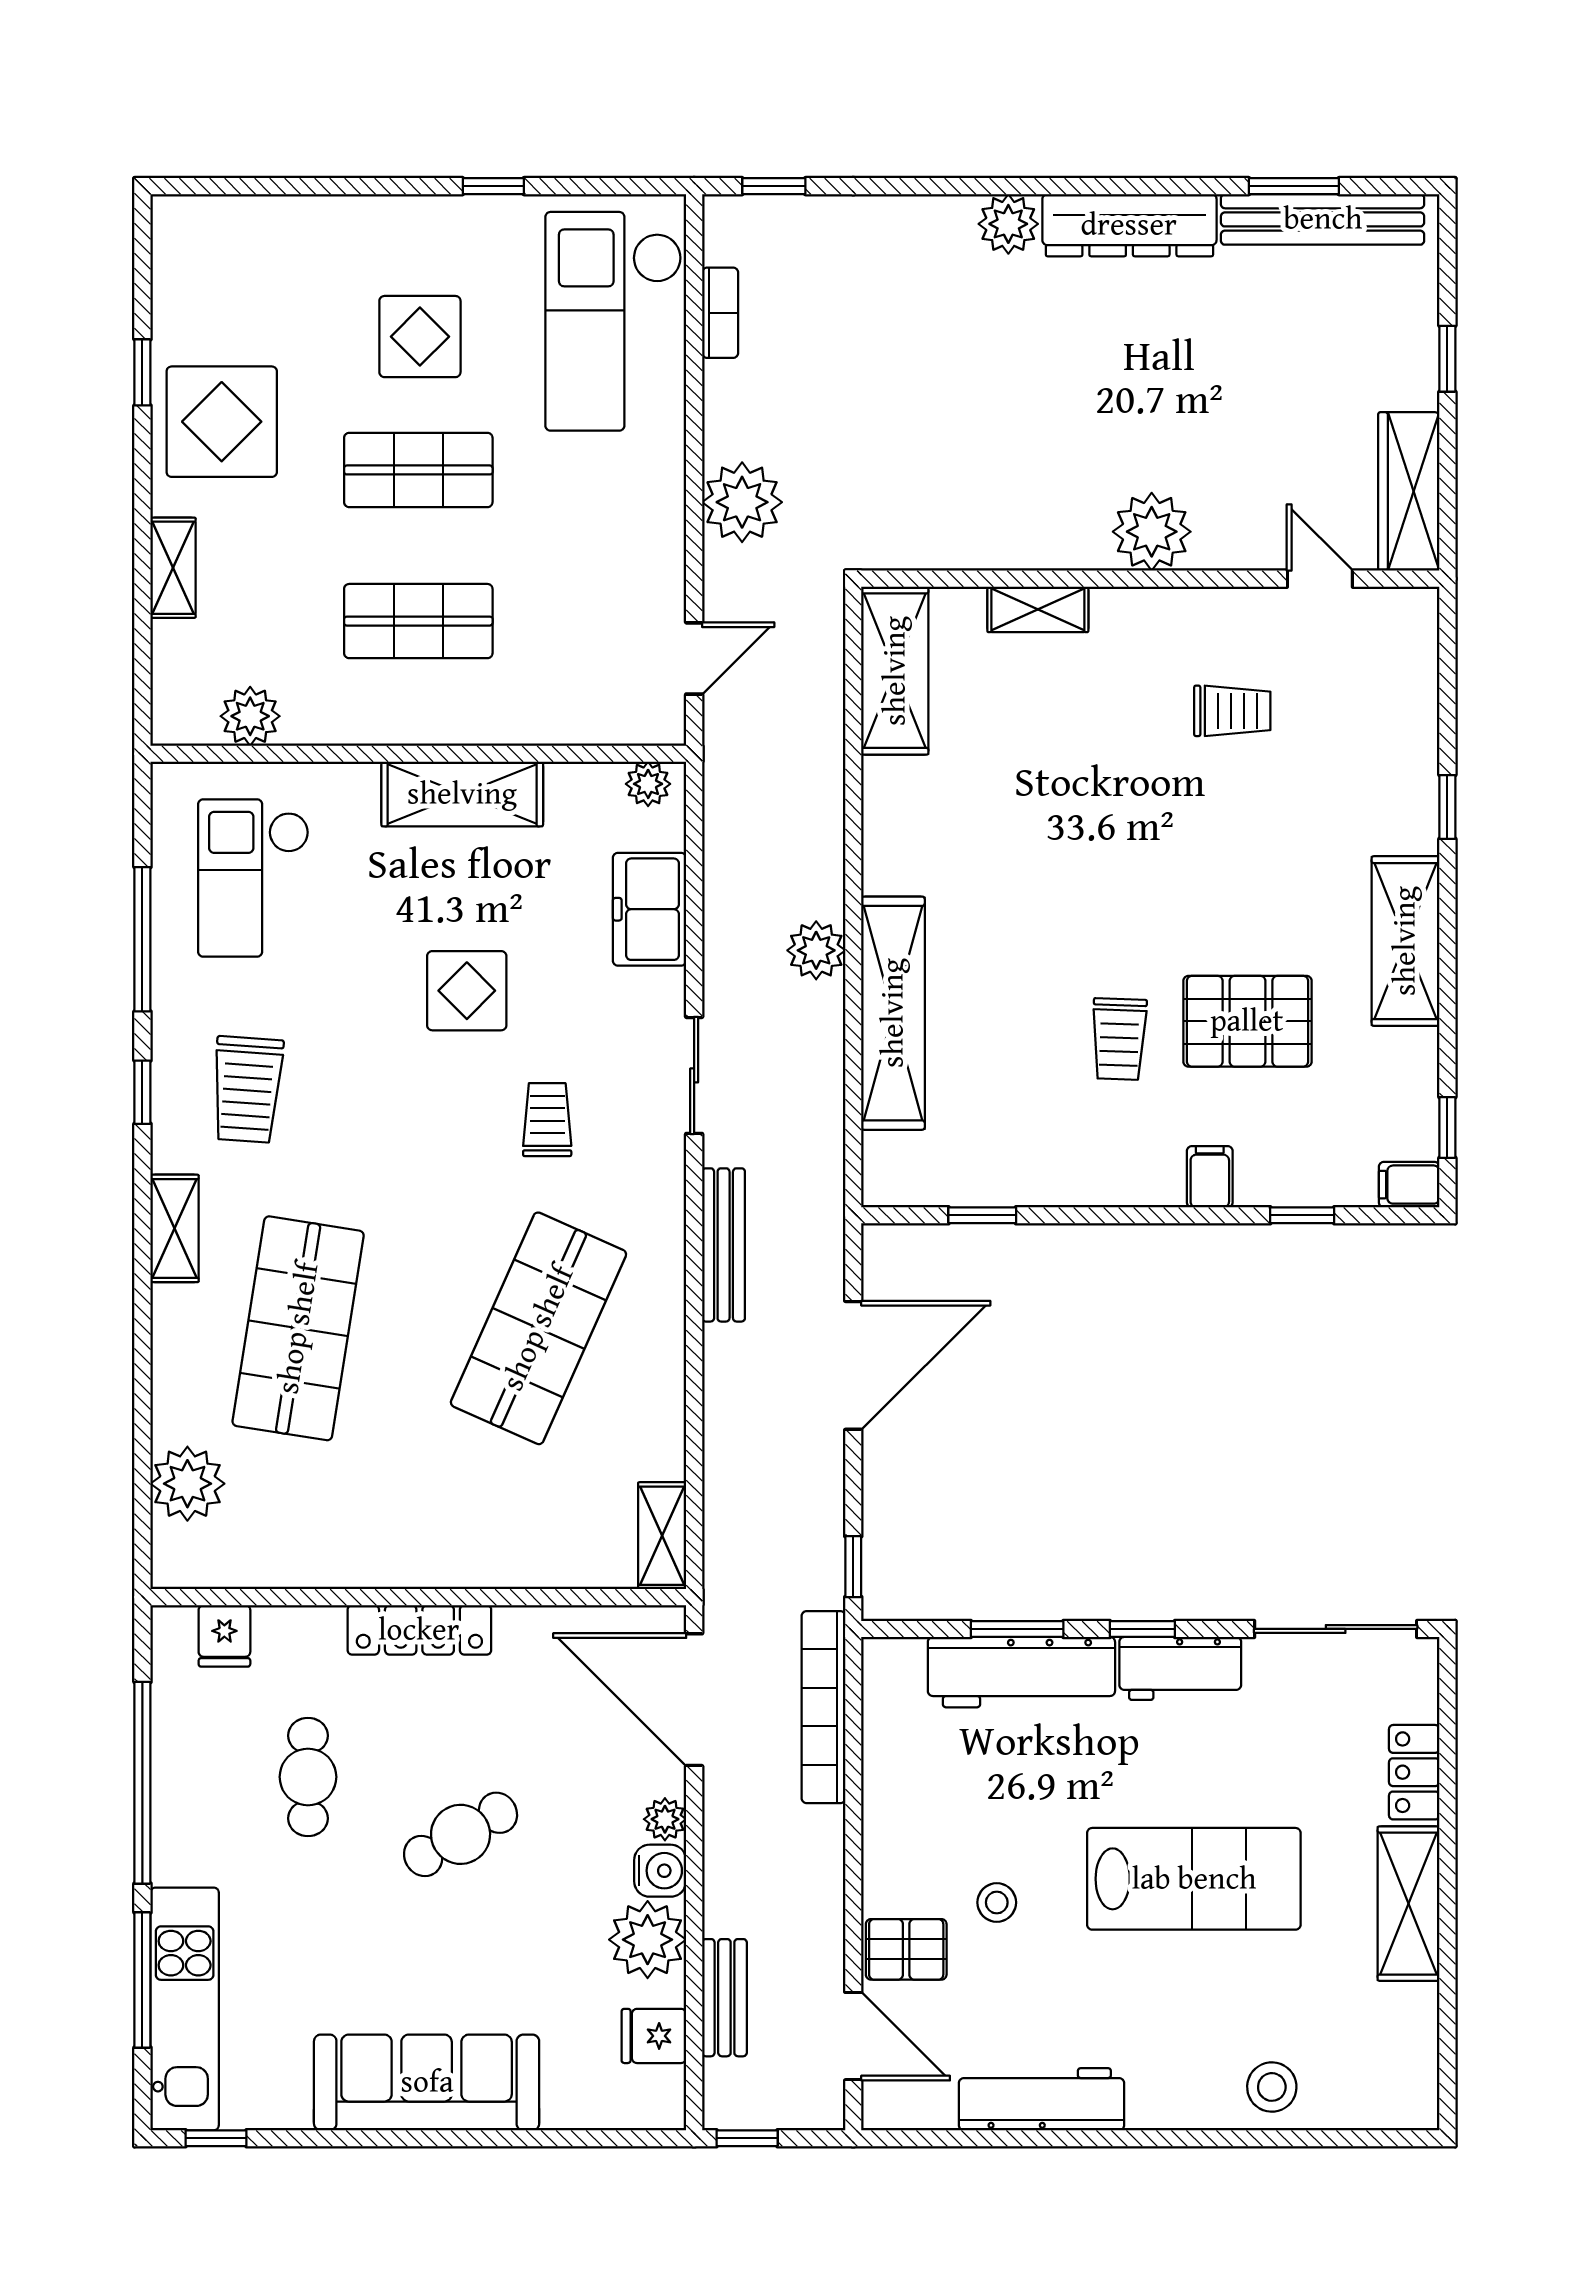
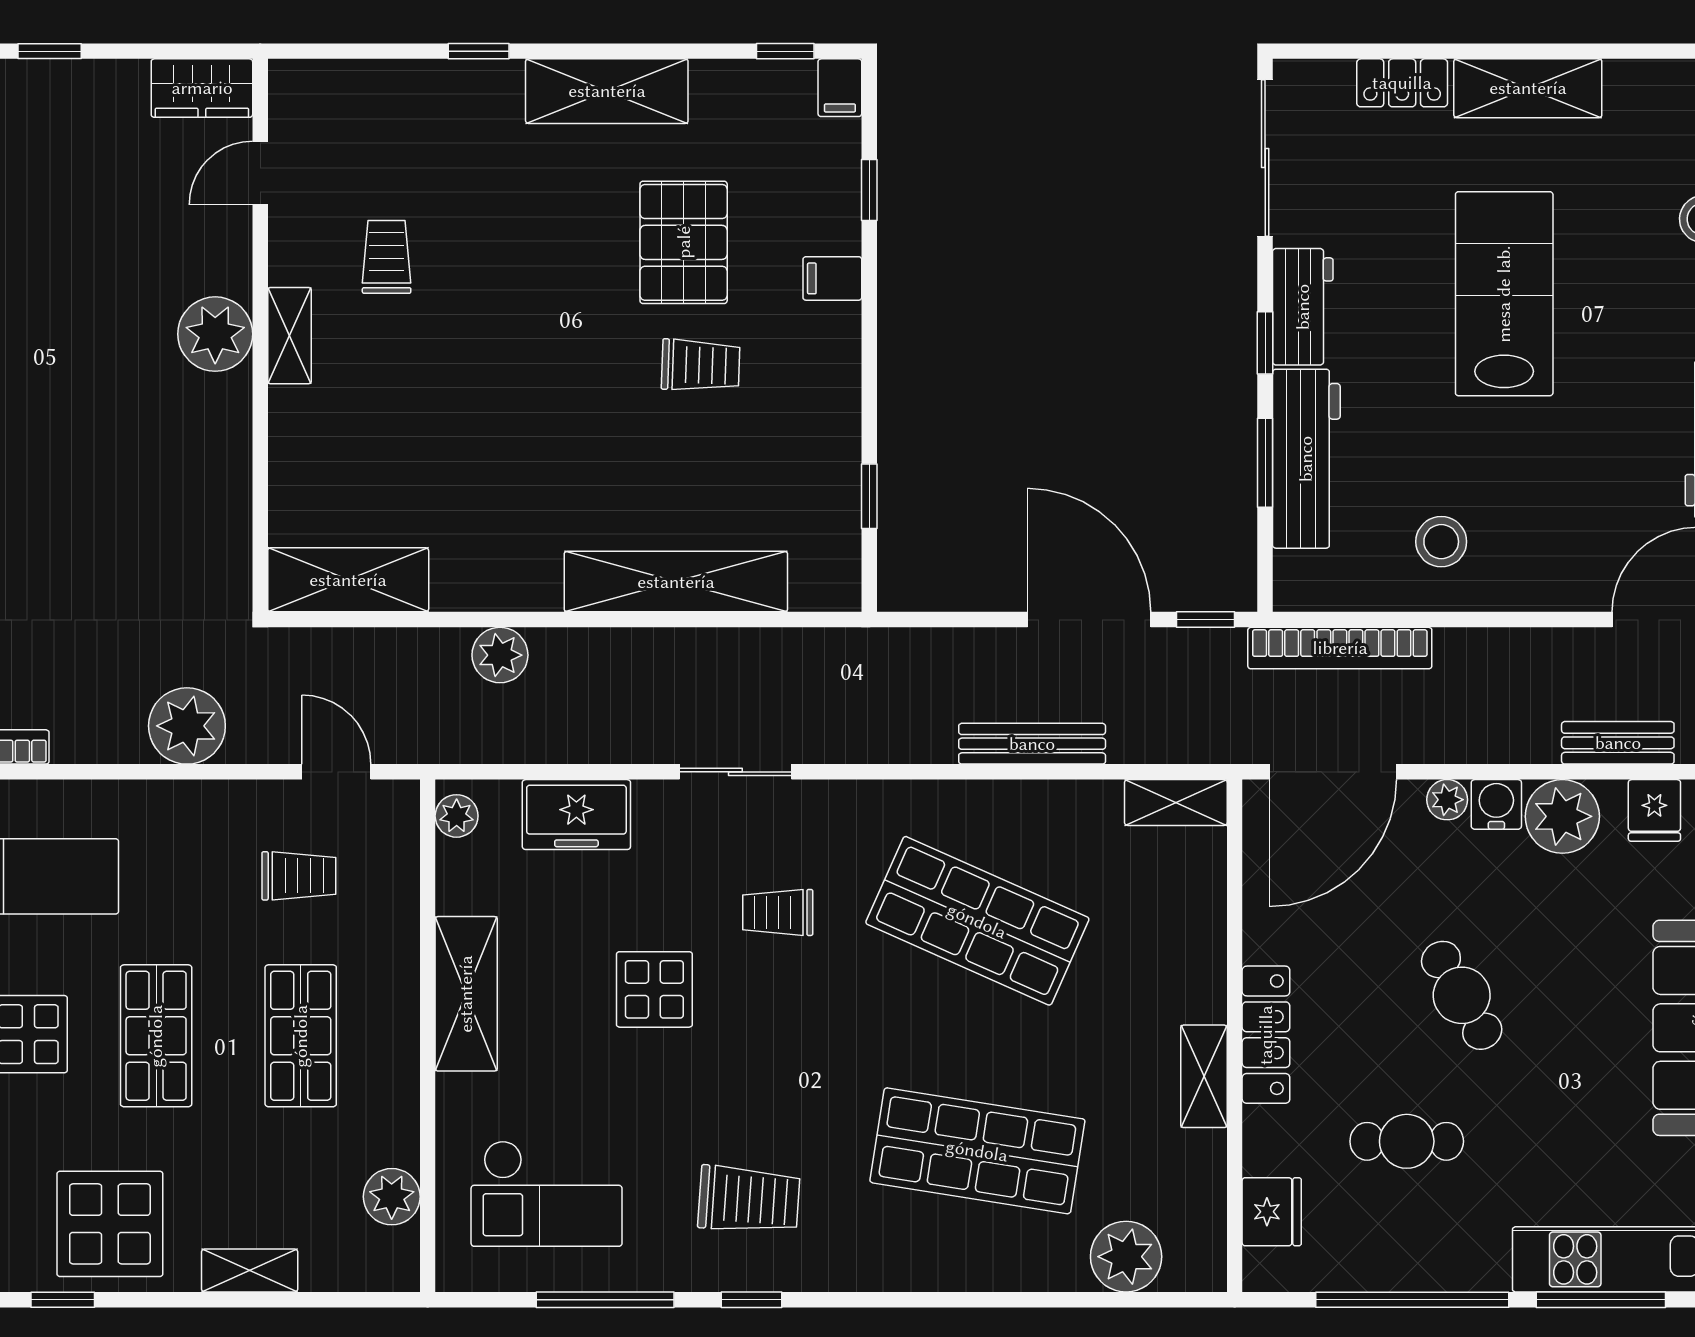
wardrobe: (1409, 491) -> (202, 88), width x0.67
shelving: (1038, 609) -> (289, 336), moved
trolley: (585, 619) -> (299, 876), added
plant: (816, 950) -> (500, 655), moved
shelving: (175, 1228) -> (1204, 1076), moved, turned 90
bench: (724, 1245) -> (1032, 744), moved
door: (853, 1365) -> (1089, 620), moved
fridge: (224, 1636) -> (1272, 1212), width x1.38
stool: (997, 1902) -> (1441, 542), moved, width x1.37, depth x1.37
pallet: (906, 1949) -> (1572, 569), removed

